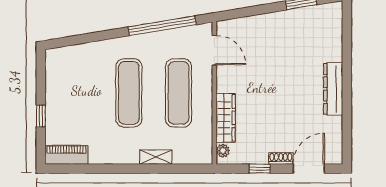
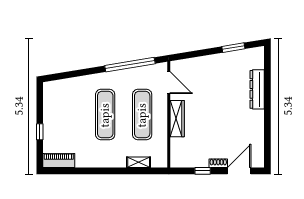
dresser: (333, 89) -> (257, 89), moved
wardrobe: (226, 118) -> (177, 119), moved
plant: (223, 151) -> (175, 158), removed
shelving: (156, 157) -> (139, 162), moved

